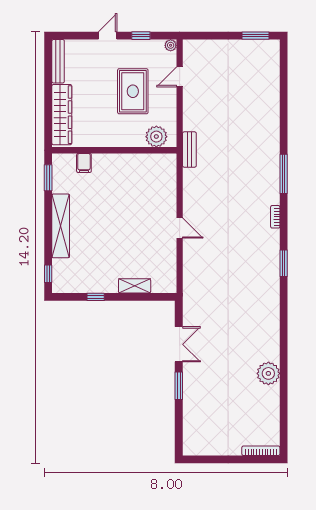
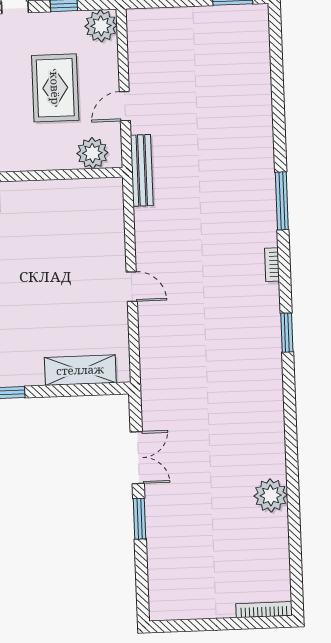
plant: (171, 45) -> (101, 26), width x1.88, depth x1.88
door: (180, 77) -> (125, 106), moved
bench: (189, 150) -> (142, 170), width x1.36
shelving: (135, 286) -> (80, 370), width x1.50, depth x1.33

